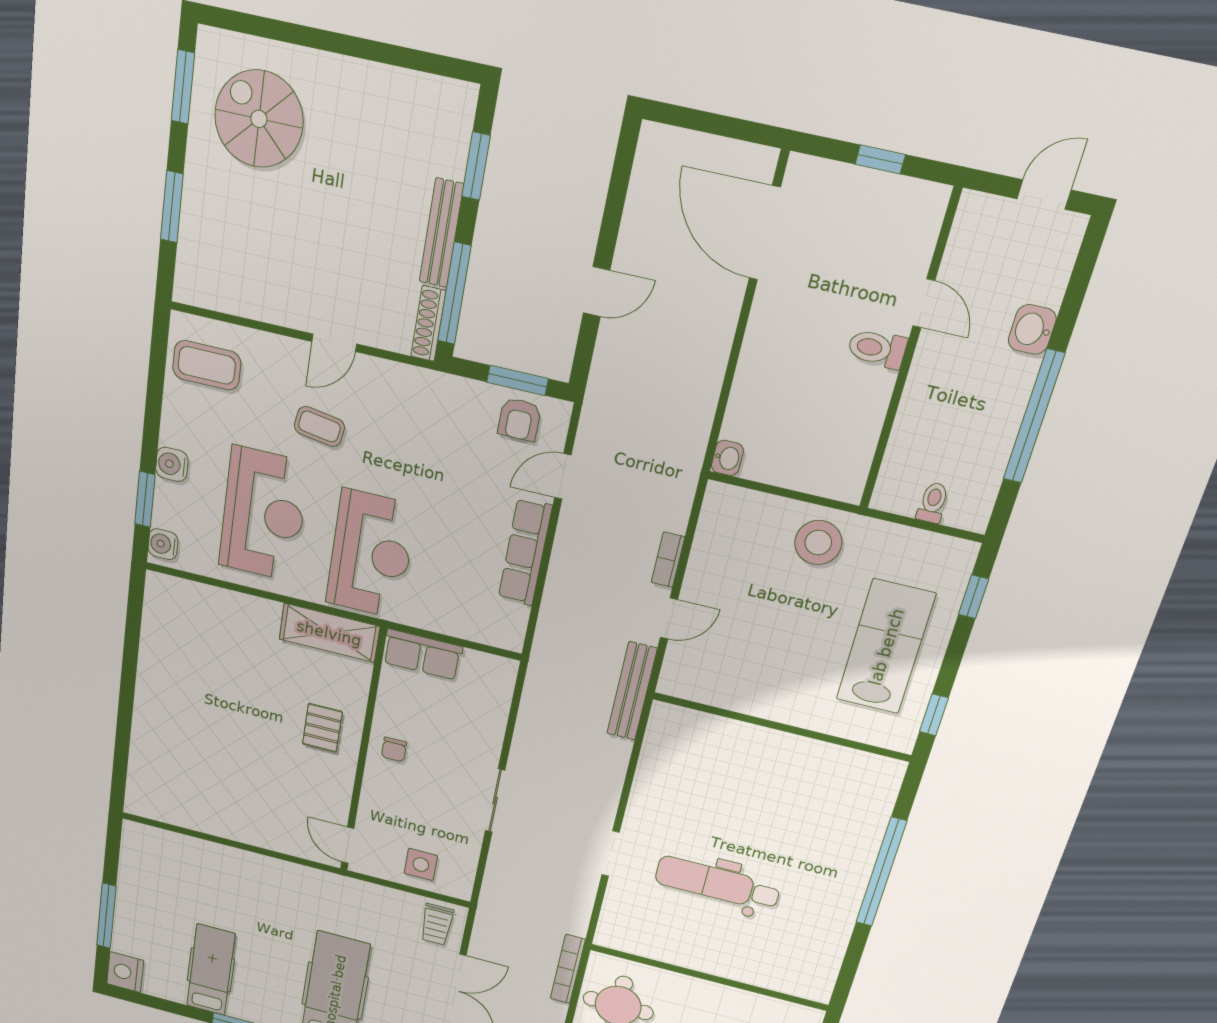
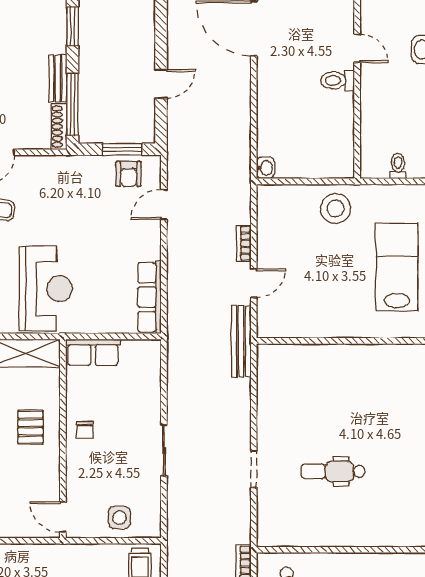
bench: (441, 233) -> (58, 78), width x0.73
row of seats: (525, 552) -> (149, 297), moved
dental chair: (717, 883) -> (333, 471), width x0.73, depth x0.72

